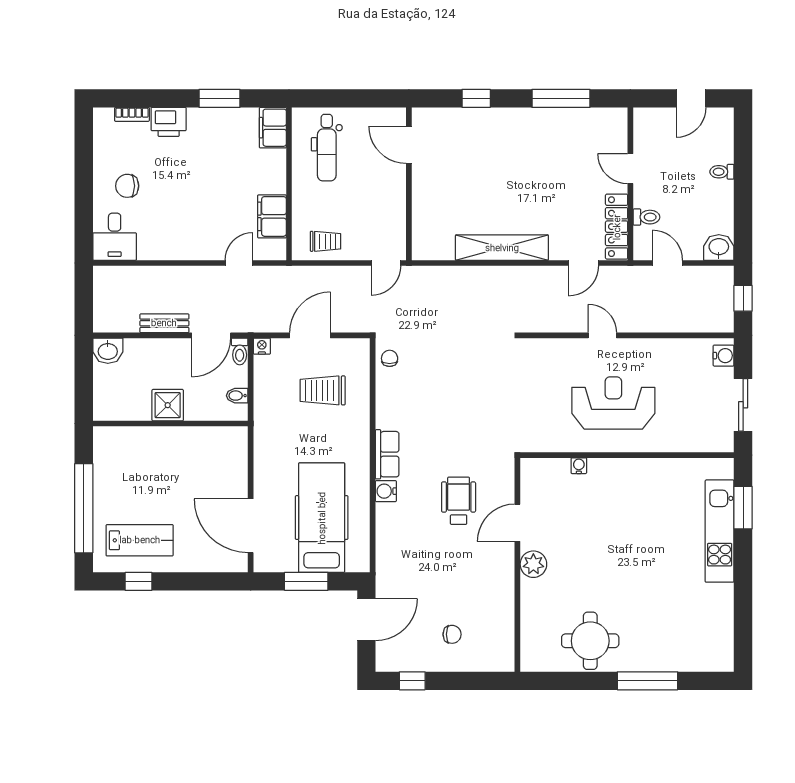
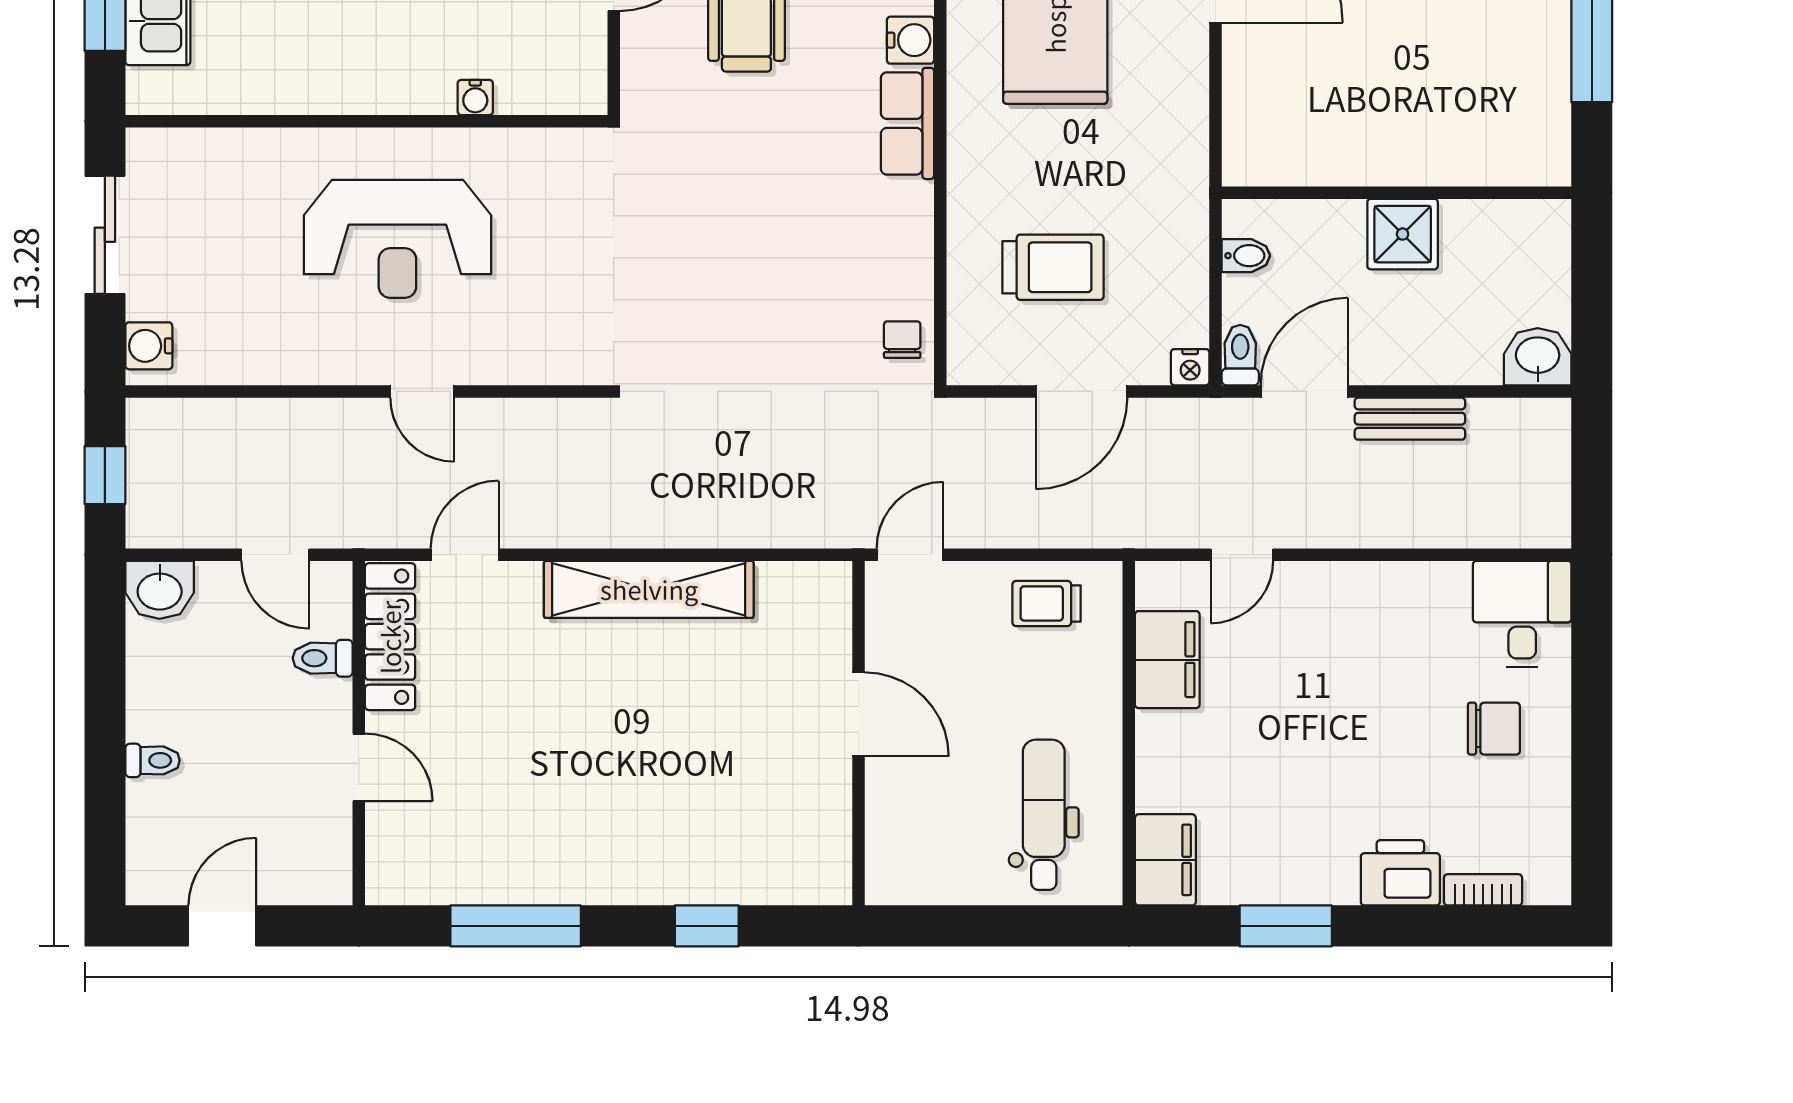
door: (409, 145) -> (859, 714), moved
chair: (390, 358) -> (902, 340), turned 180

